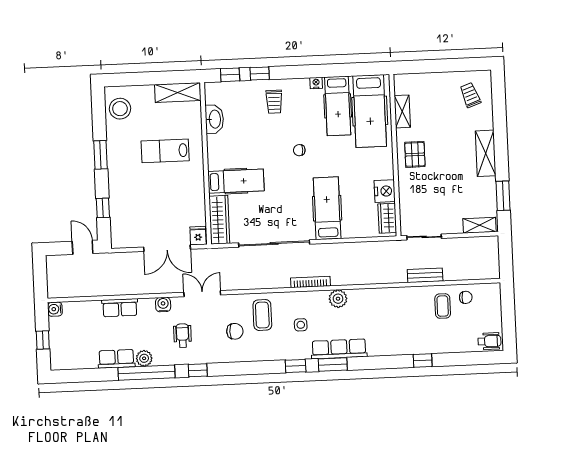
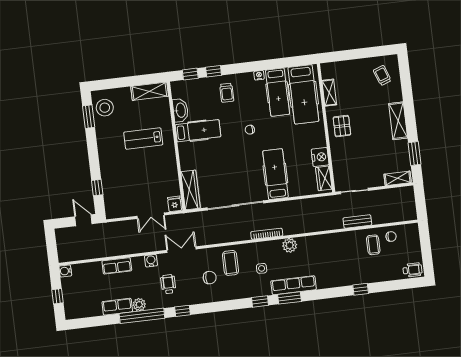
window: (101, 155) -> (89, 117), moved
hospital bed: (236, 181) -> (198, 131), moved
double door: (167, 248) -> (151, 216), width x0.73

